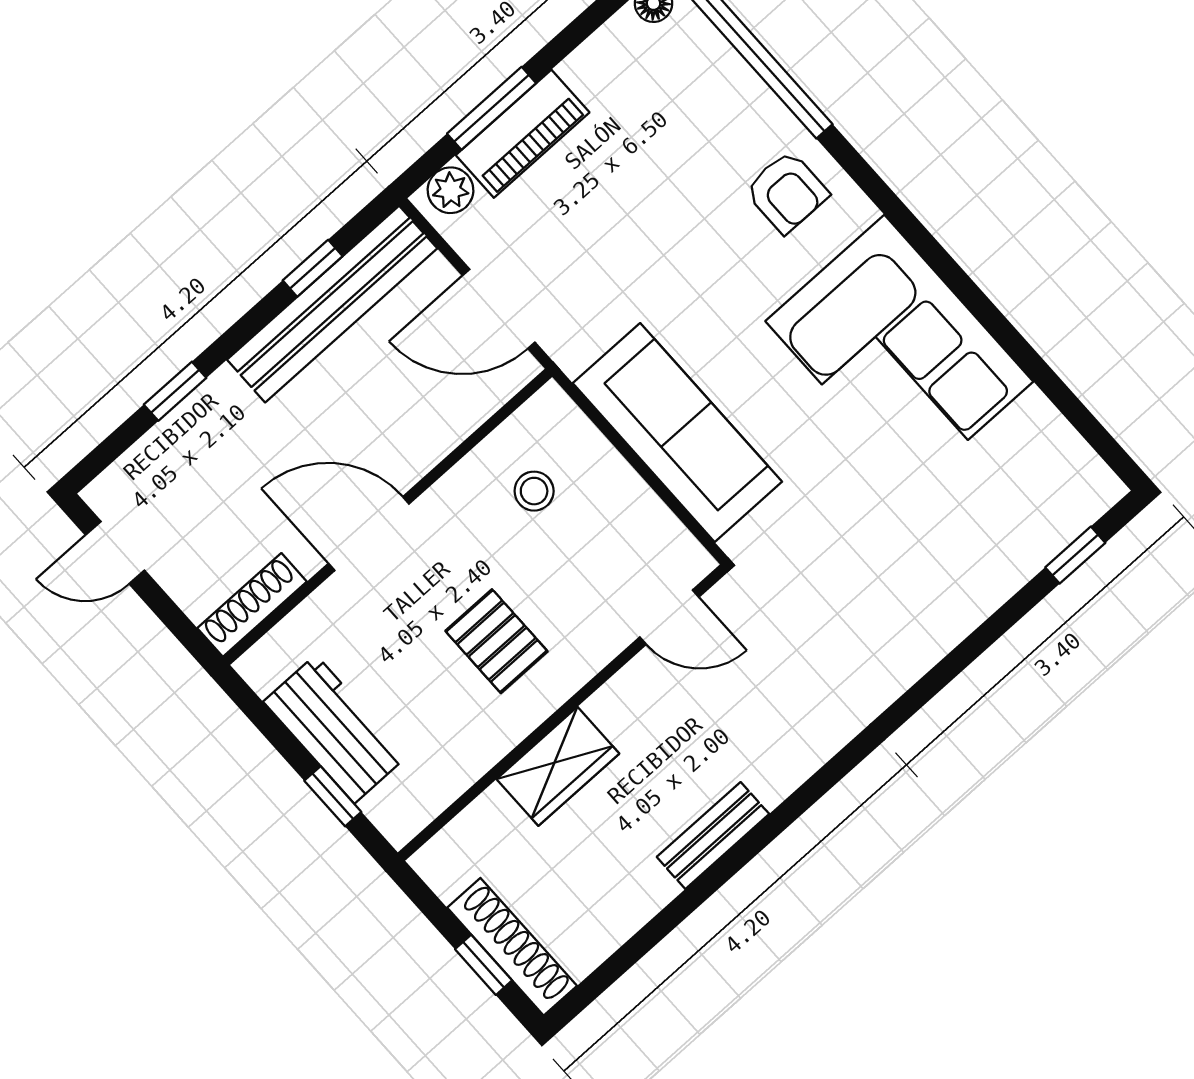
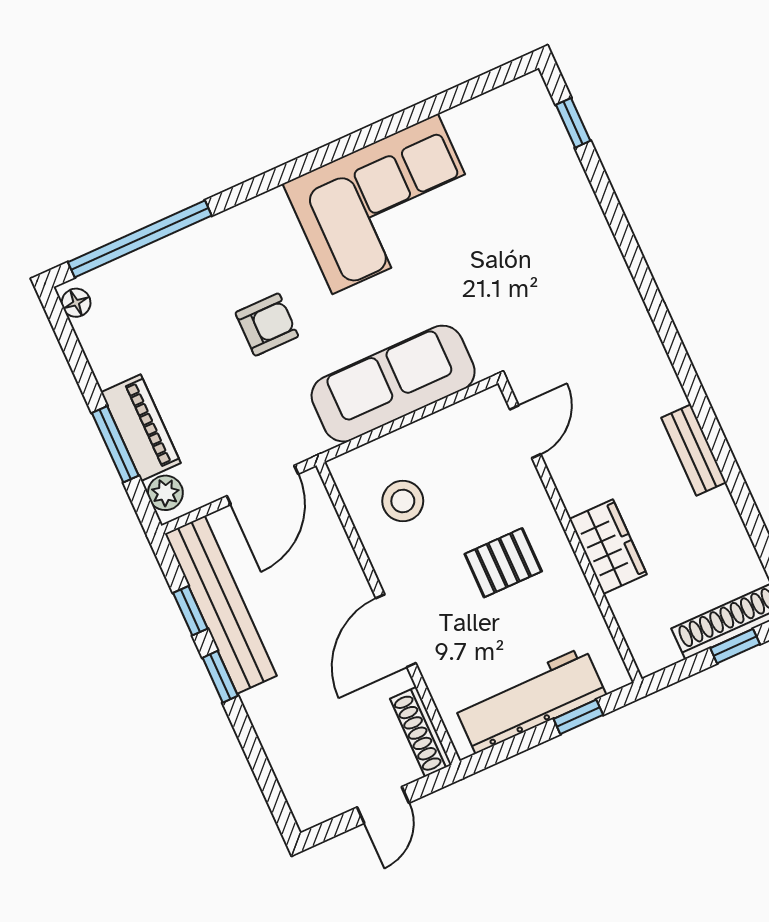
armchair: (787, 192) -> (267, 325), moved
window: (175, 391) -> (220, 677), moved
stool: (534, 491) -> (403, 501), width x1.37, depth x1.37
door: (115, 553) -> (383, 805), moved
workbench: (335, 729) -> (530, 700), width x1.38

